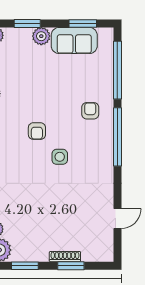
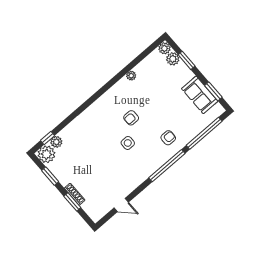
plant: (41, 36) -> (173, 59), moved

